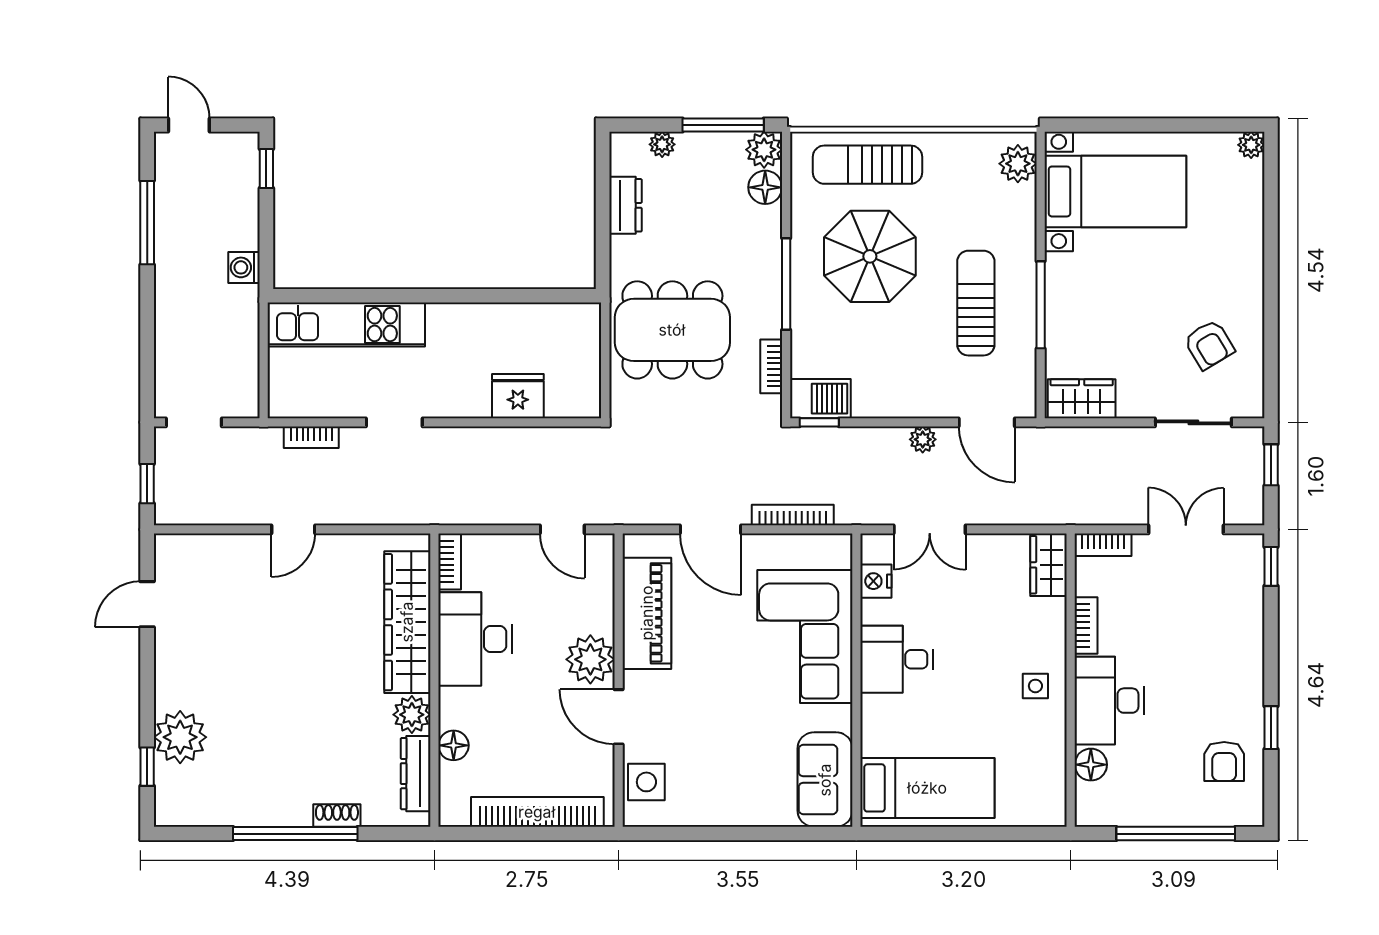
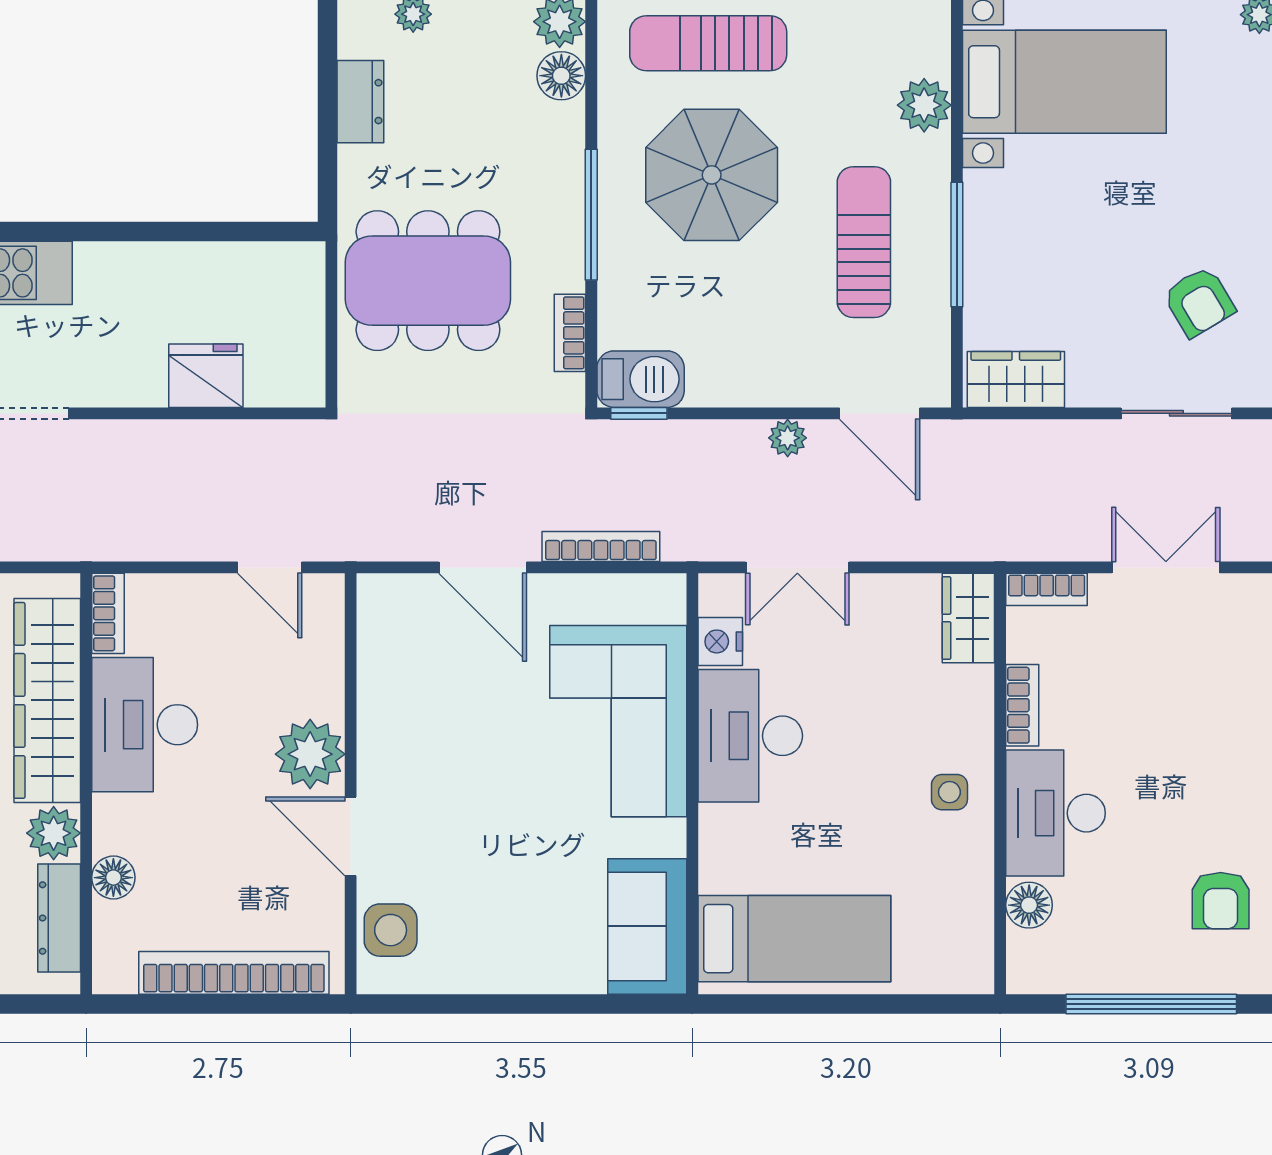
plant: (1018, 164) -> (924, 105), moved
piano: (647, 613) -> (391, 688), removed
desk: (897, 659) -> (750, 736), width x1.37

